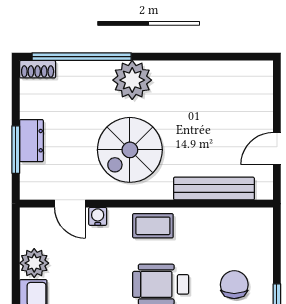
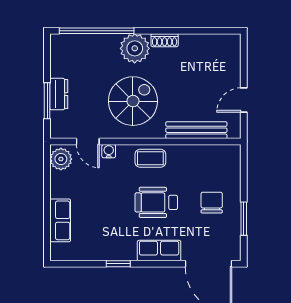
shoe rack: (38, 69) -> (165, 40), moved
spiral stairs: (130, 150) -> (133, 101), turned 180
plant: (34, 263) -> (61, 159), moved

